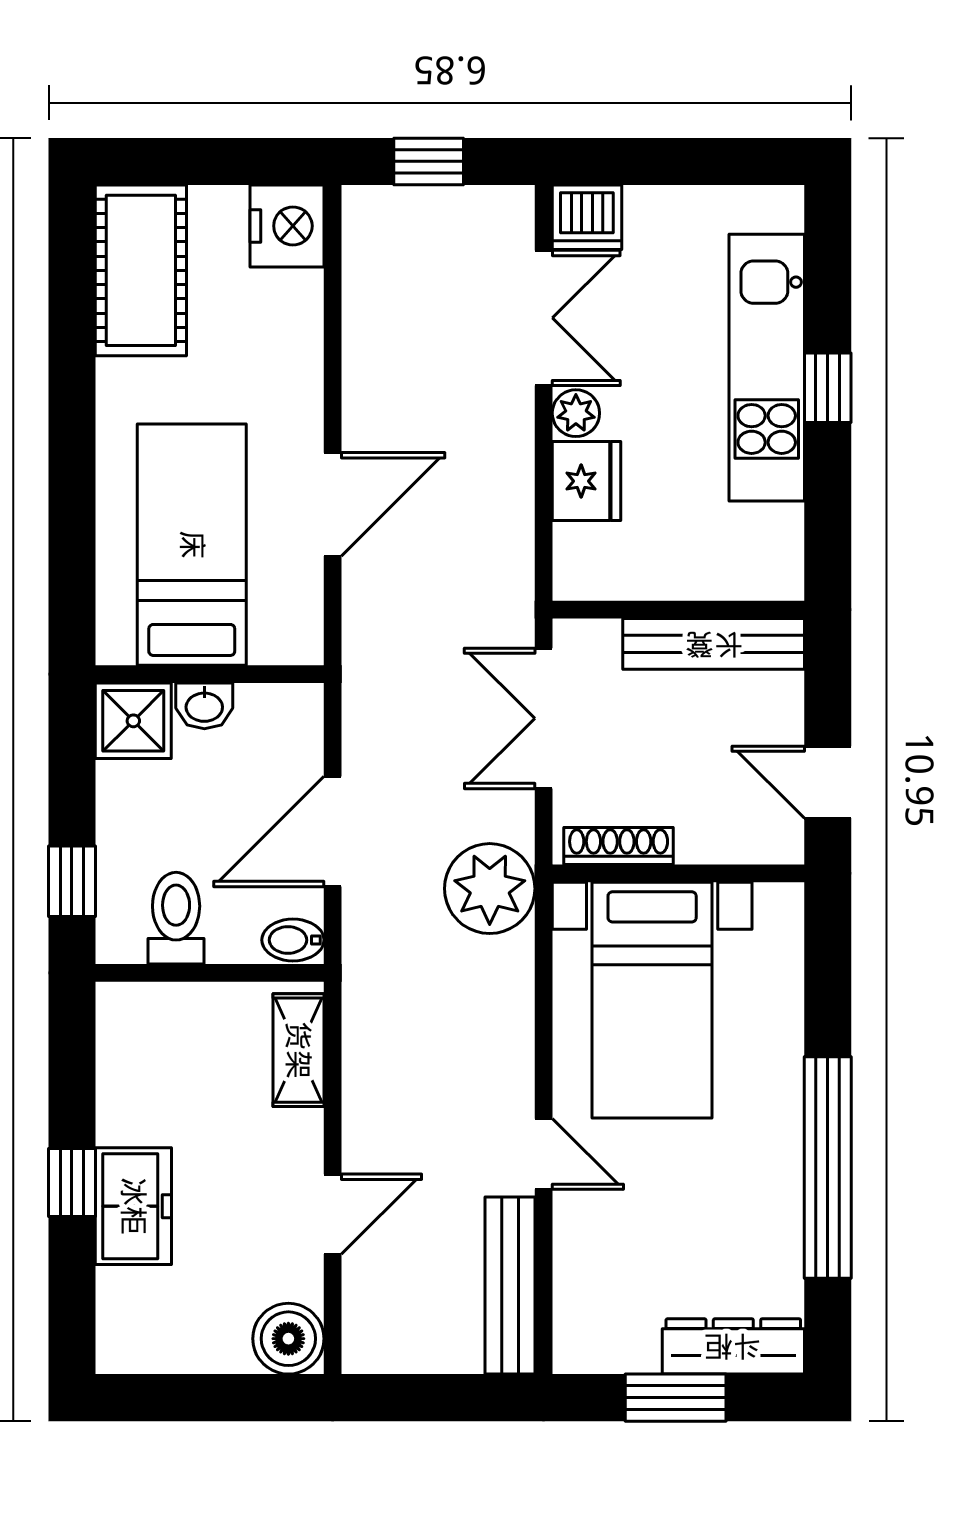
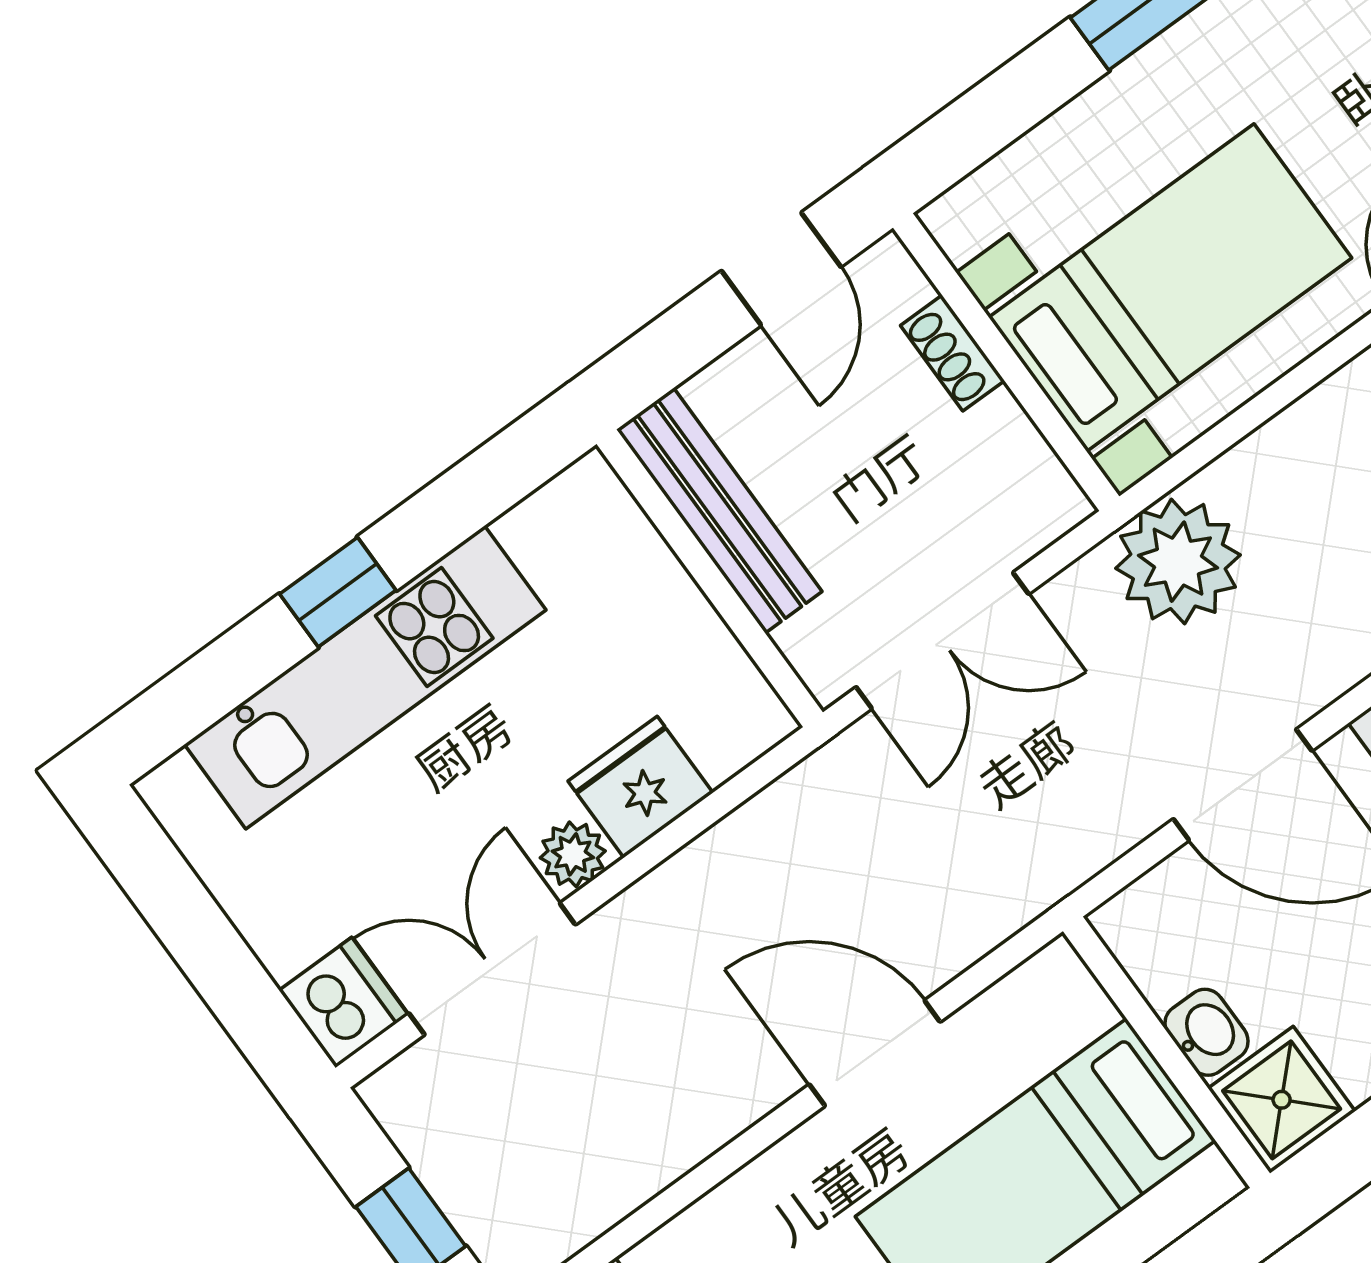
shoe rack: (619, 846) -> (953, 353), moved, width x0.70

